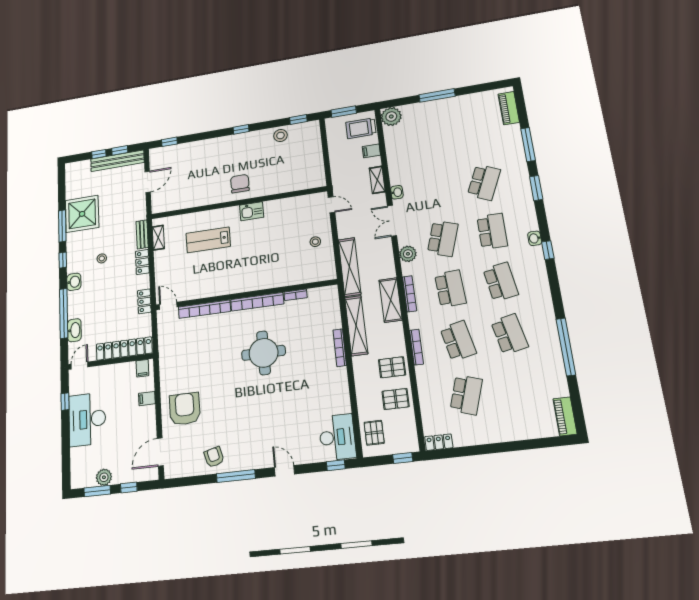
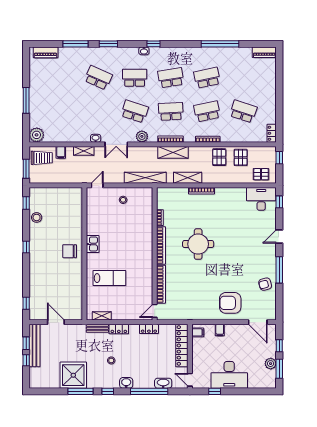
trolley: (361, 128) -> (42, 158), turned -90
lab bench: (208, 240) -> (109, 278), turned -90
shelving: (356, 326) -> (188, 178), width x0.68

